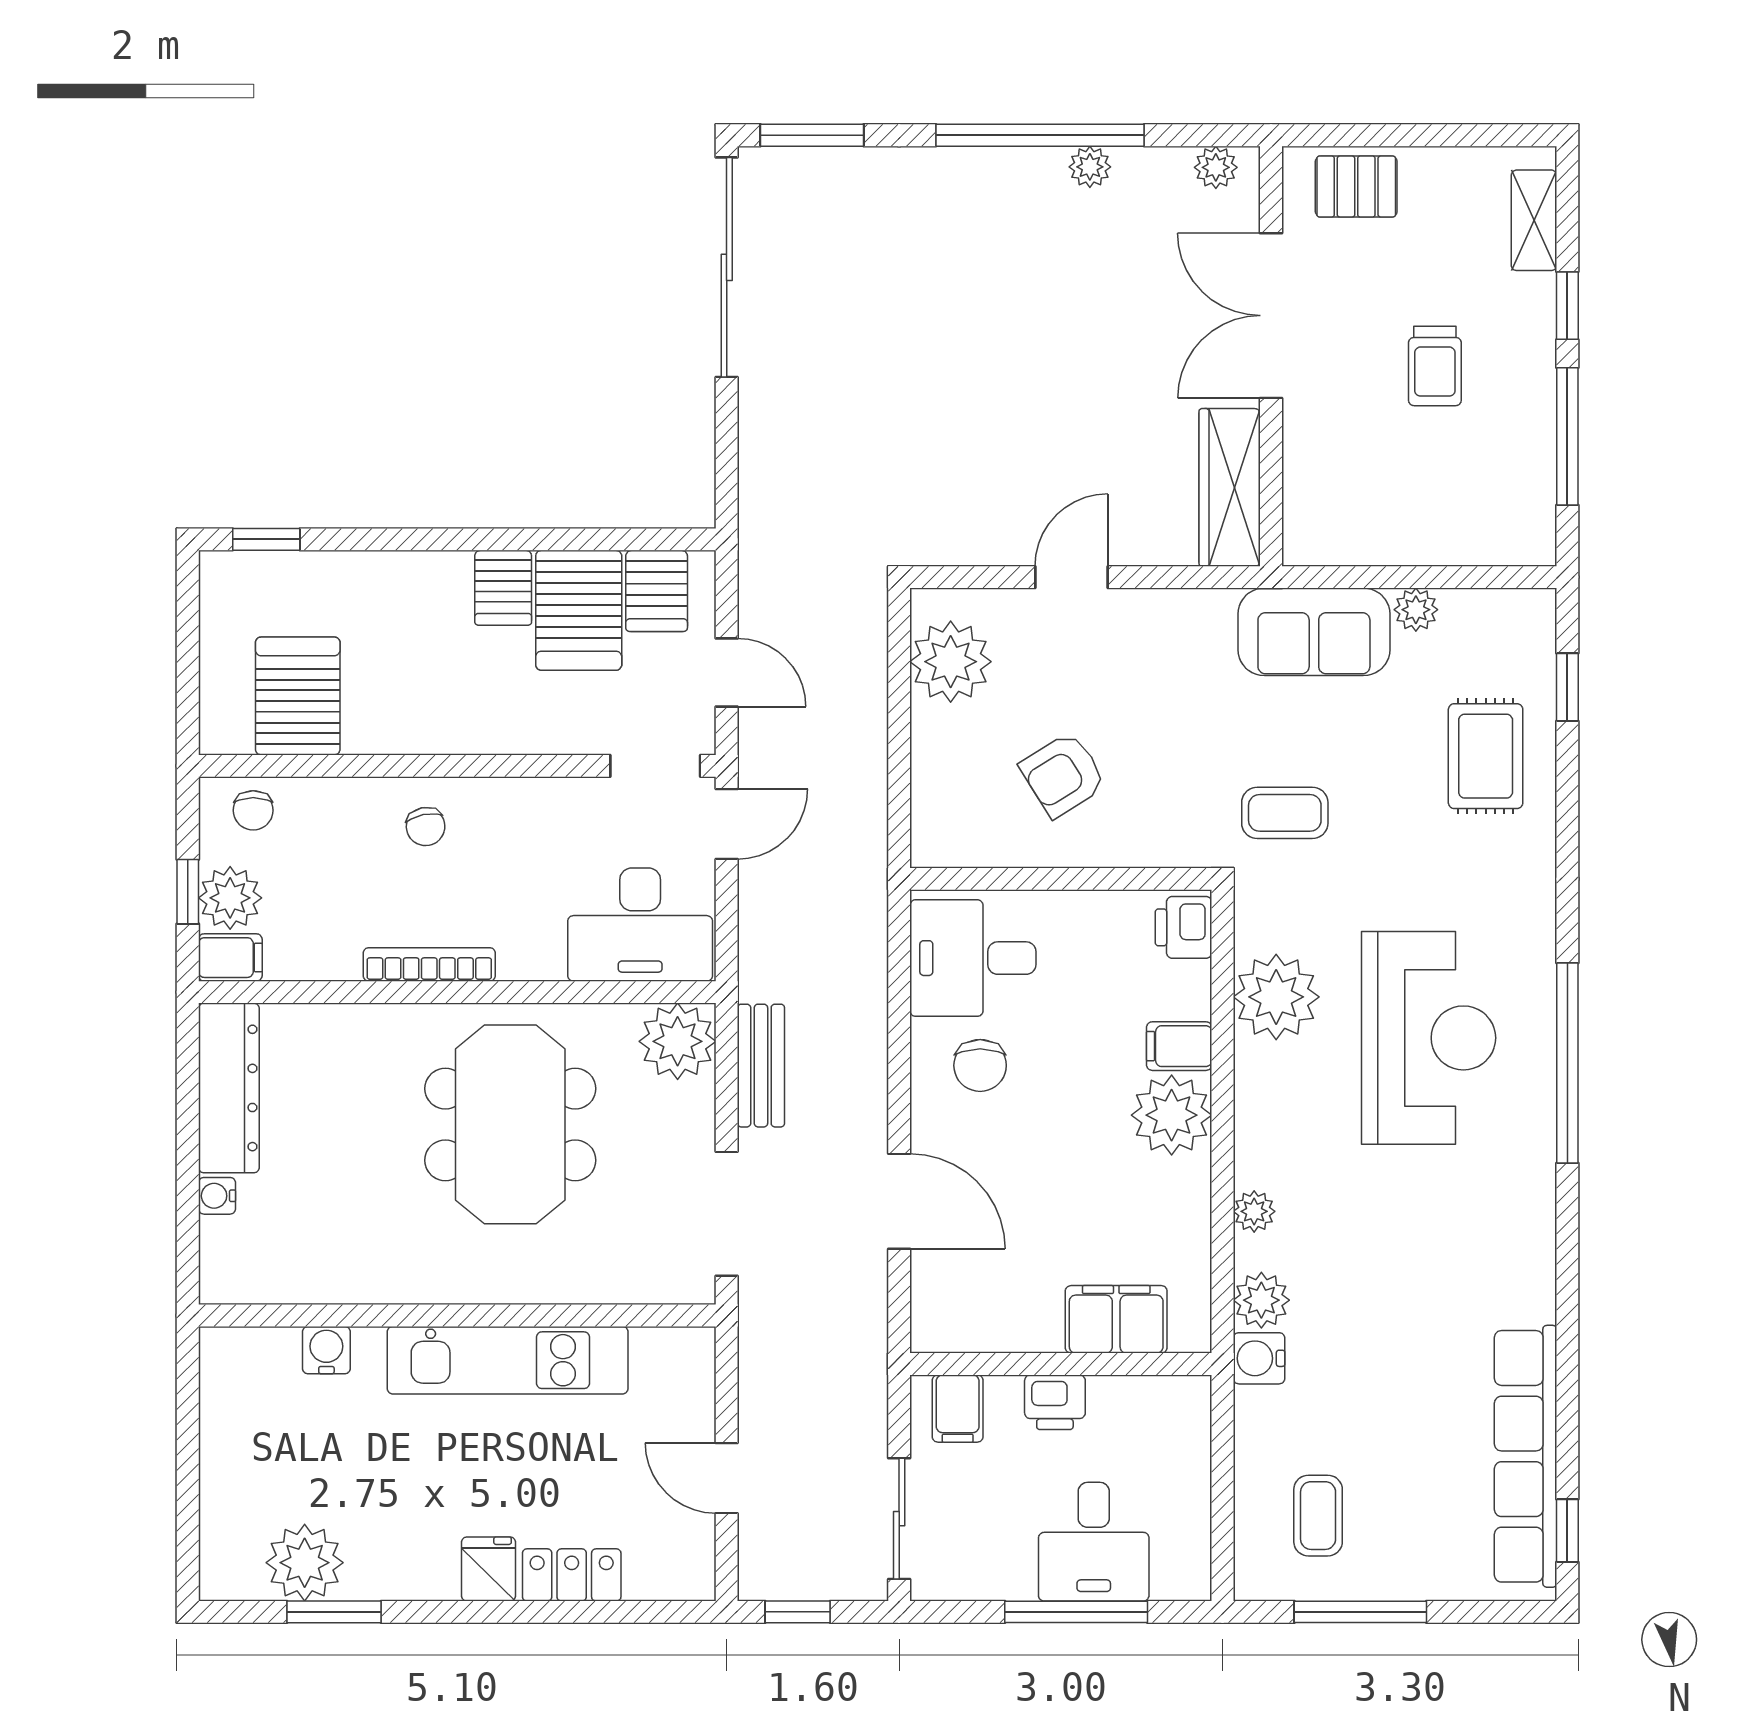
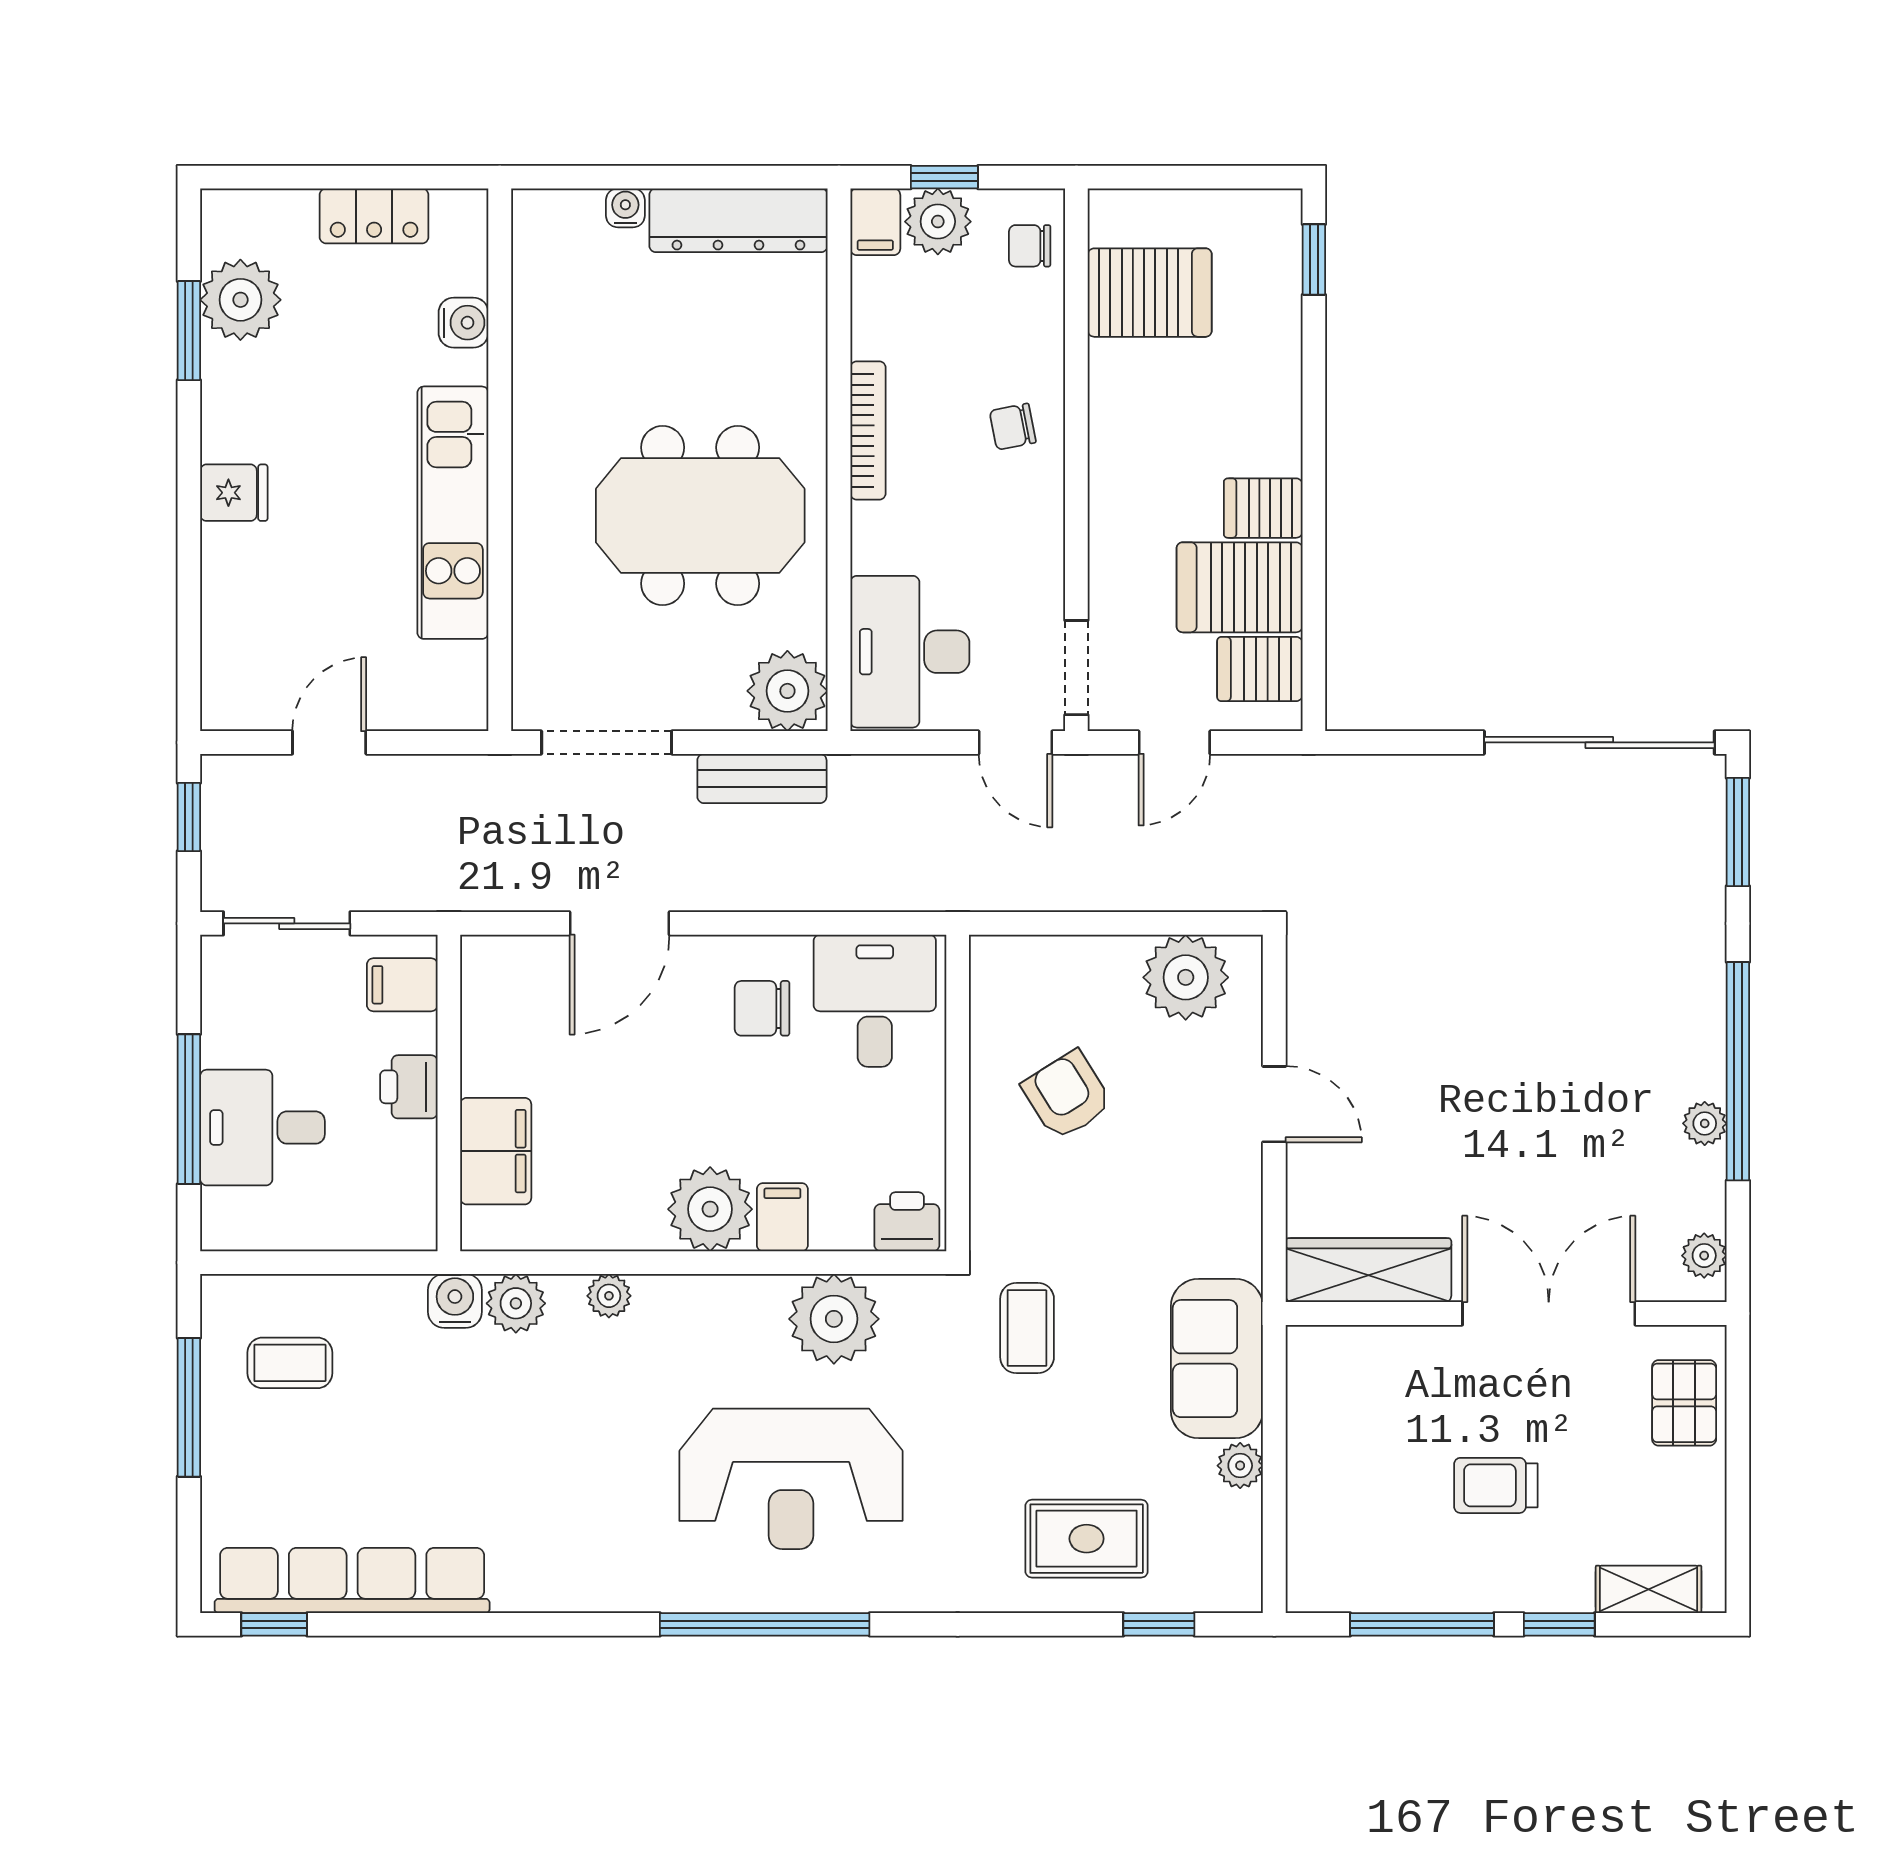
locker: (572, 1575) -> (374, 216), moved, turned 90

